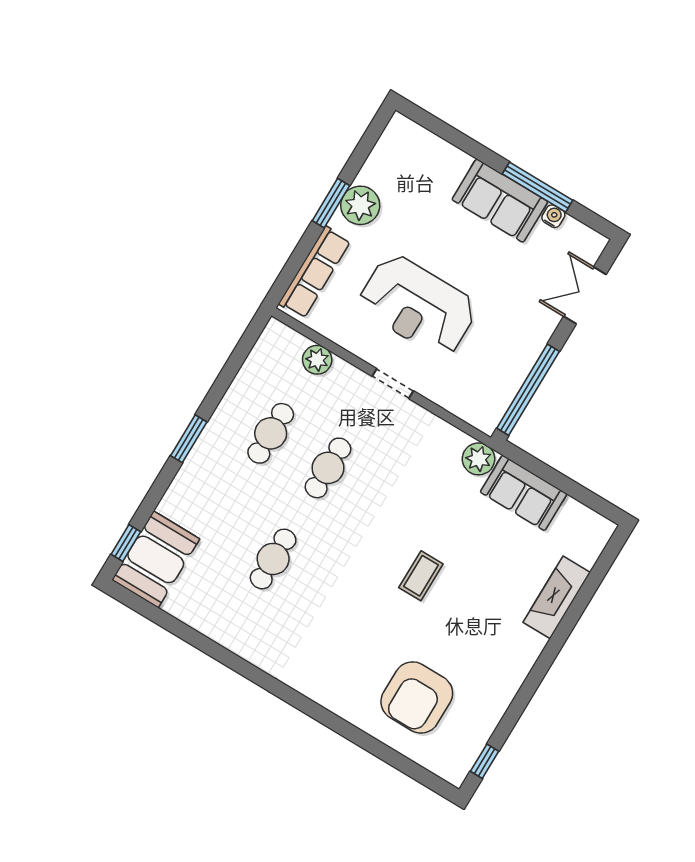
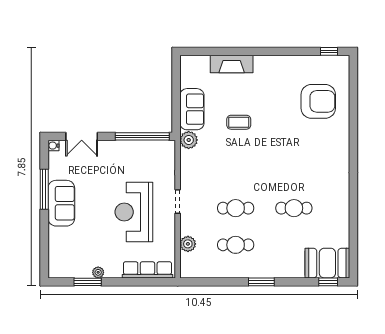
window: (331, 203) -> (88, 282), moved
plant: (360, 205) -> (98, 272), width x0.53, depth x0.53
water cooler: (553, 216) -> (53, 146), moved
reception desk: (418, 306) -> (134, 212), turned 180
coffee table: (421, 576) -> (239, 122), moved

